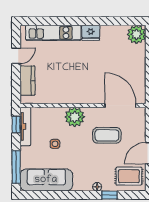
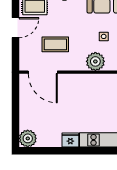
plant: (75, 117) -> (95, 61), moved

